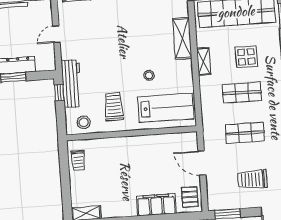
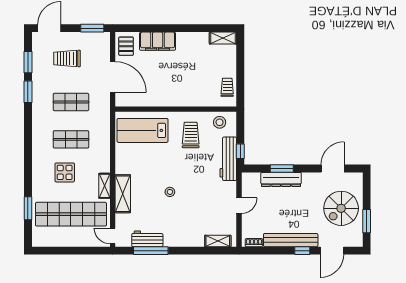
shelving: (204, 61) -> (104, 186), moved
stool: (149, 75) -> (170, 192), moved
trolley: (114, 107) -> (191, 135), turned 180
door: (202, 163) -> (113, 77), width x1.36
trolley: (252, 179) -> (67, 58), turned 180

